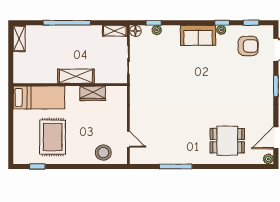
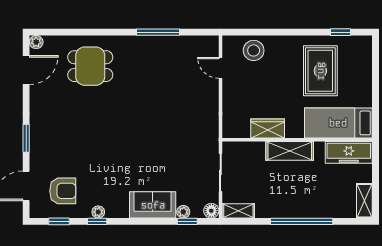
sofa: (198, 35) -> (153, 205), moved
armchair: (248, 46) -> (63, 191), turned 180
freezer: (31, 75) -> (349, 152), added

